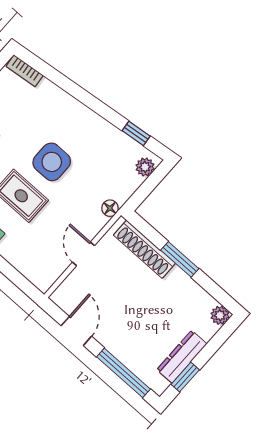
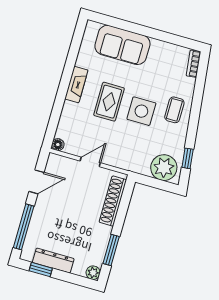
coffee table: (69, 121) -> (174, 110), added
plant: (145, 167) -> (164, 168), width x1.87, depth x1.87
floor lamp: (110, 208) -> (58, 145), moved
window: (180, 259) -> (111, 250), moved

